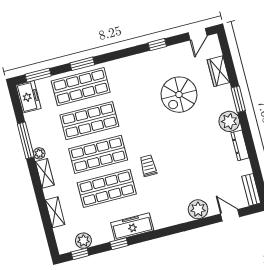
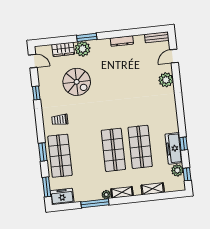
shop shelf: (89, 121) -> (87, 153), removed
plant: (229, 121) -> (83, 49), moved
trolley: (148, 166) -> (60, 120), moved
freezer: (132, 227) -> (174, 148), moved

